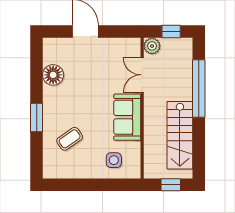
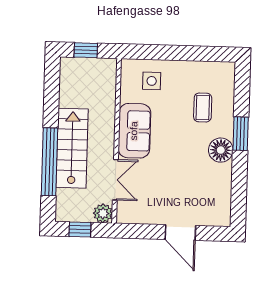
floor lamp: (53, 75) -> (221, 150), moved
stairs: (180, 135) -> (72, 148), moved
coffee table: (70, 139) -> (203, 107), turned -55

